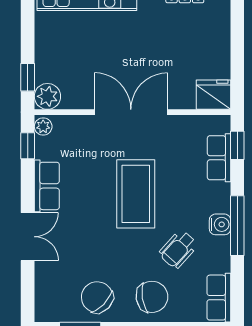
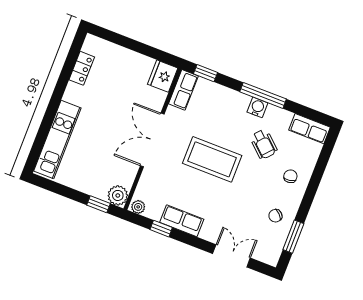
window: (28, 146) -> (161, 229), moved
row of seats: (219, 158) -> (183, 90), moved, turned -90
double door: (28, 237) -> (231, 256), moved
chair: (97, 297) -> (275, 216), width x0.54, depth x0.54
chair: (152, 297) -> (290, 176), width x0.54, depth x0.54

